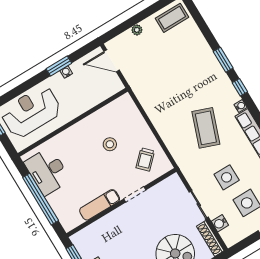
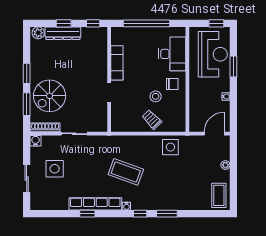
window: (59, 66) -> (233, 67), moved
chair: (87, 135) -> (172, 84), added
trolley: (145, 159) -> (152, 119), moved
desk: (47, 171) -> (172, 54), moved, turned 90
side table: (227, 177) -> (170, 147), moved
water cooler: (220, 223) -> (36, 141), moved

